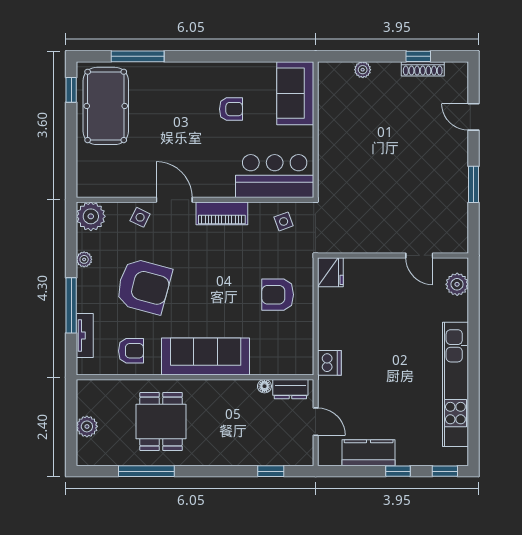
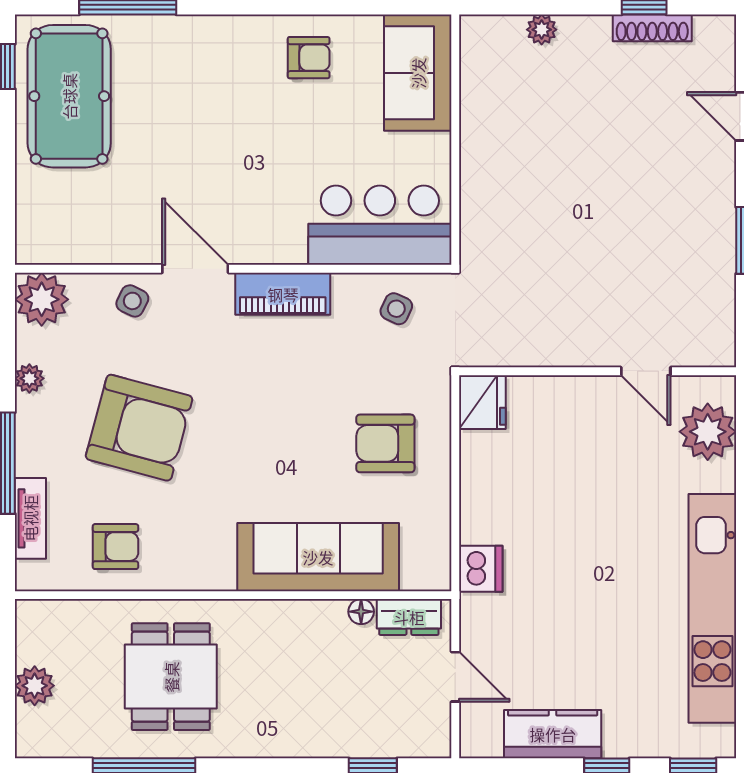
armchair: (231, 109) -> (309, 58), moved
side table: (284, 221) -> (396, 309), turned 45
plant: (457, 284) -> (708, 432), width x1.36, depth x1.36
sofa: (206, 357) -> (318, 557), moved

